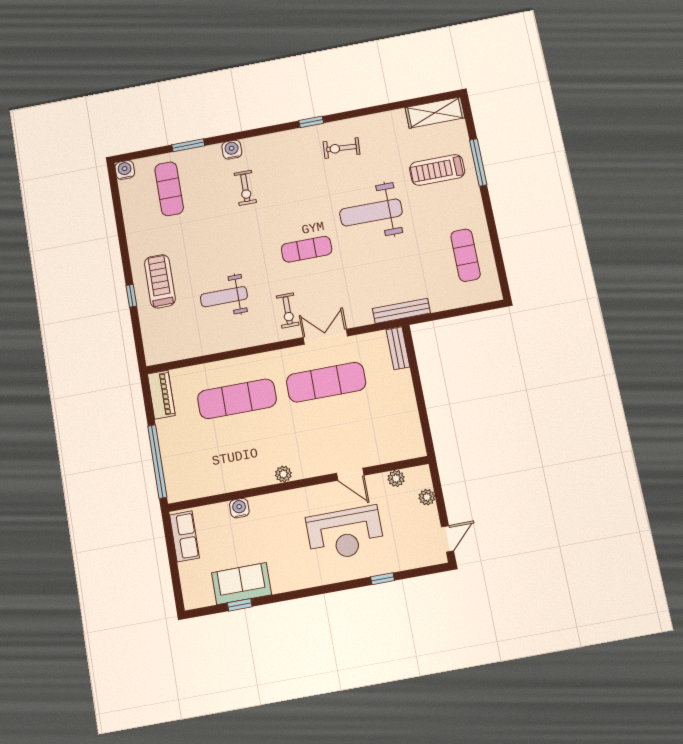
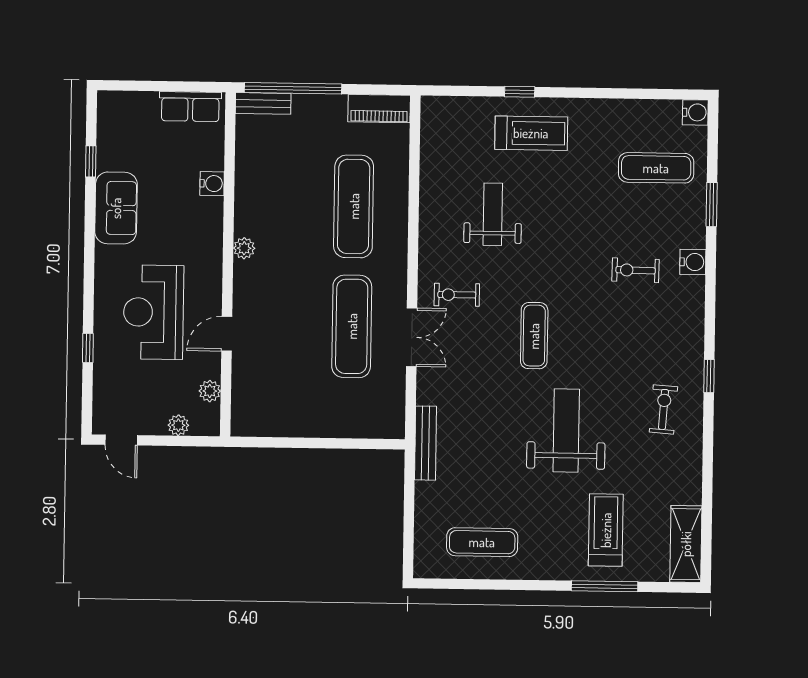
bench: (398, 348) -> (263, 103), moved
sofa: (242, 584) -> (116, 208), moved

